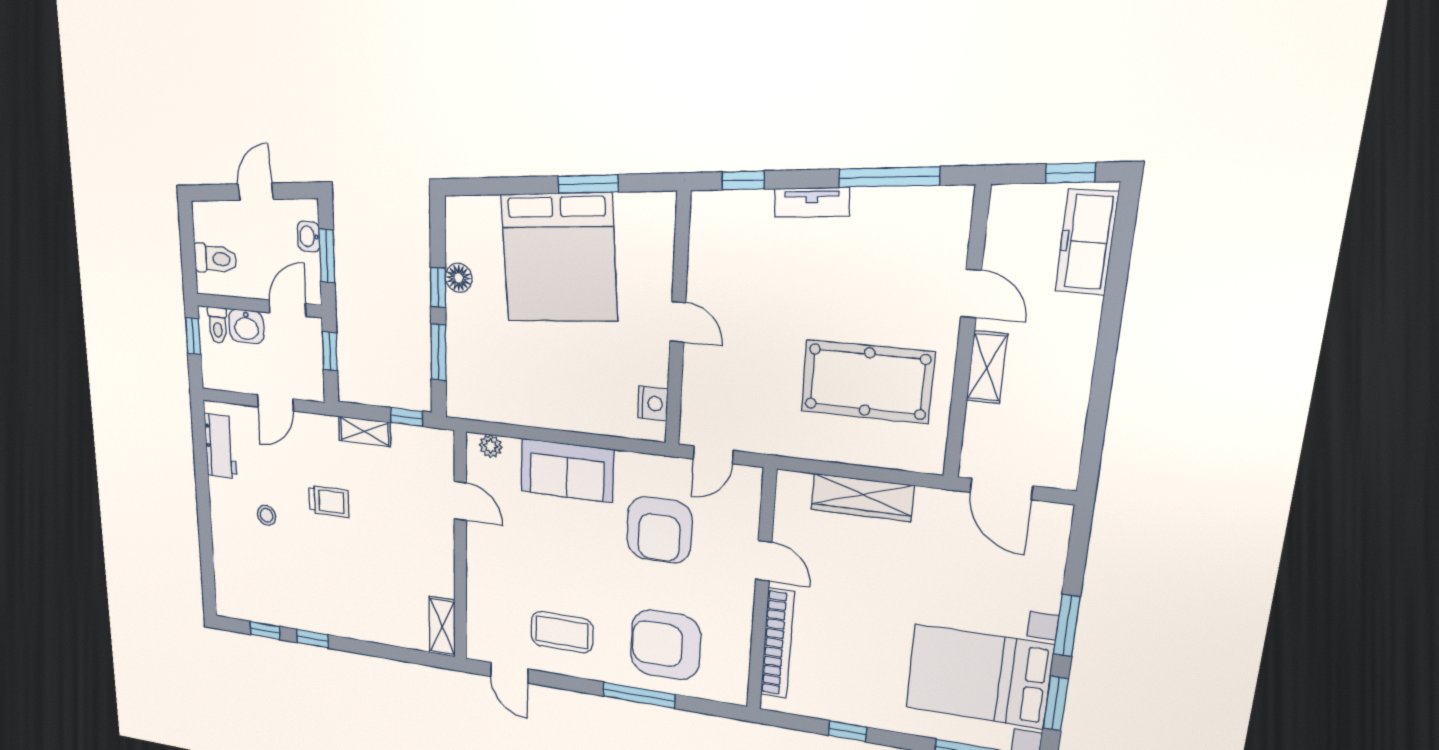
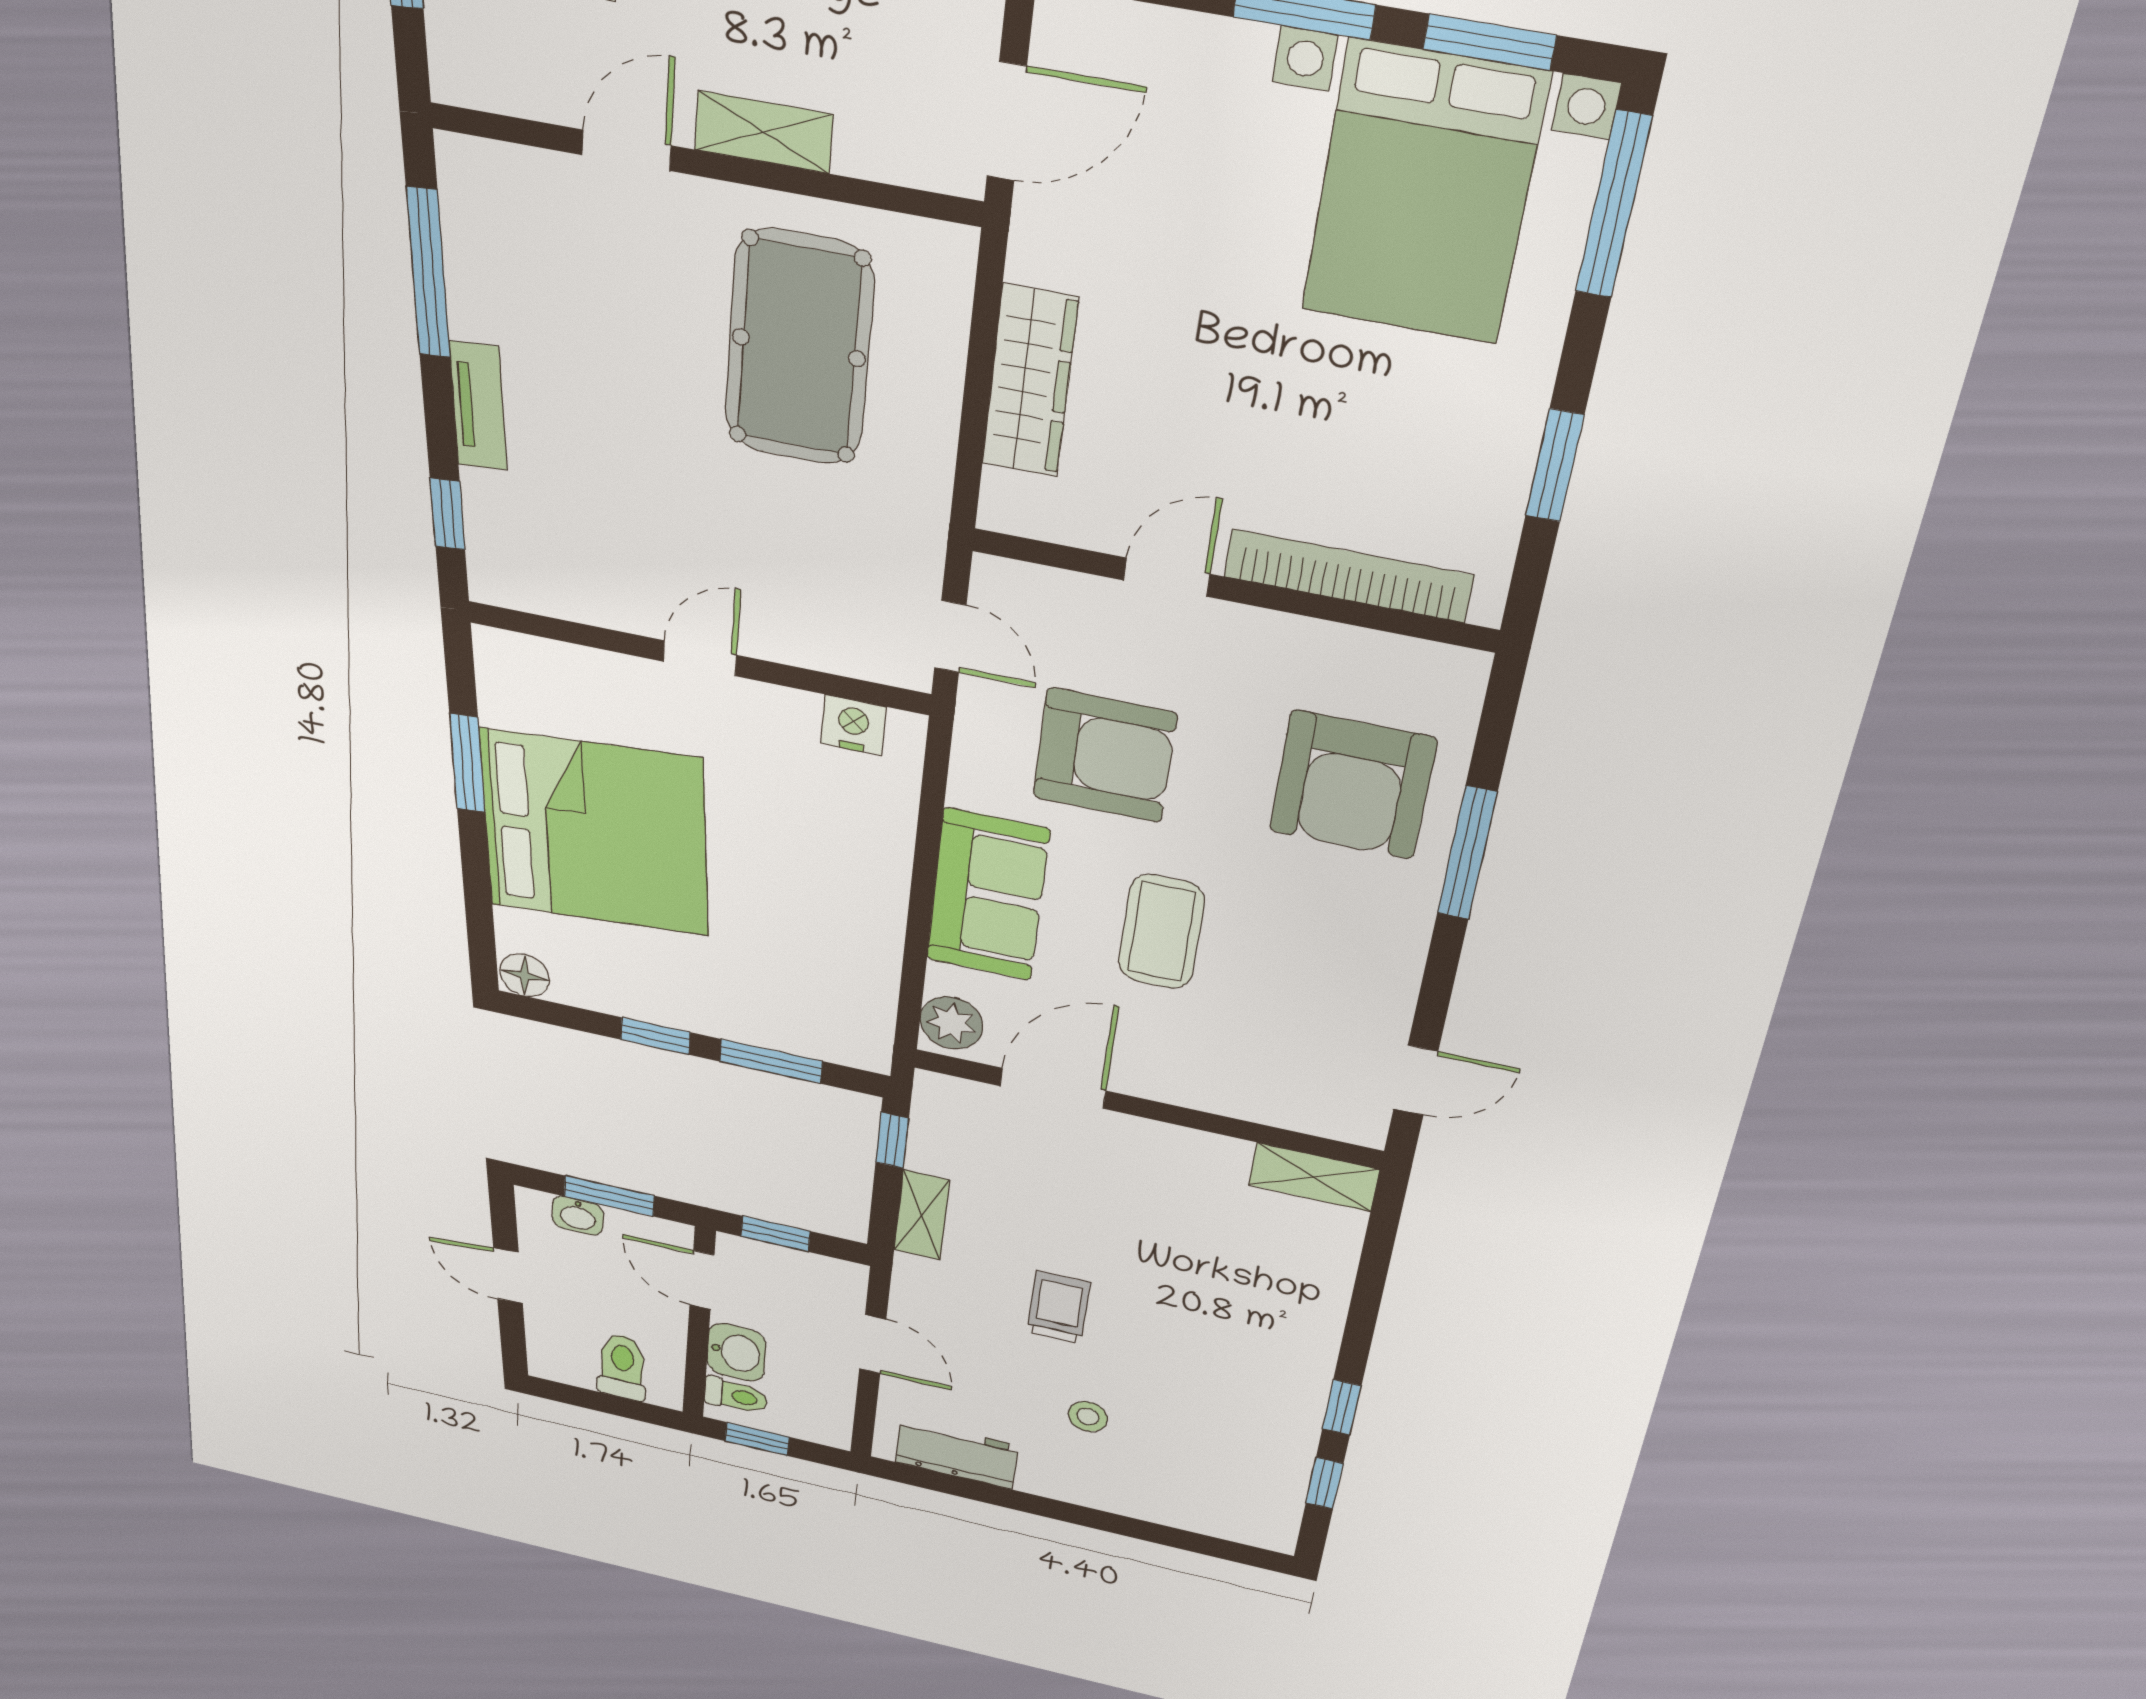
floor lamp: (459, 278) -> (525, 975), moved
plant: (491, 446) -> (951, 1023), width x1.38, depth x1.38
door: (460, 501) -> (1053, 1088), width x1.38
coffee table: (562, 632) -> (1161, 932), moved
window: (848, 731) -> (1555, 465), width x1.50

